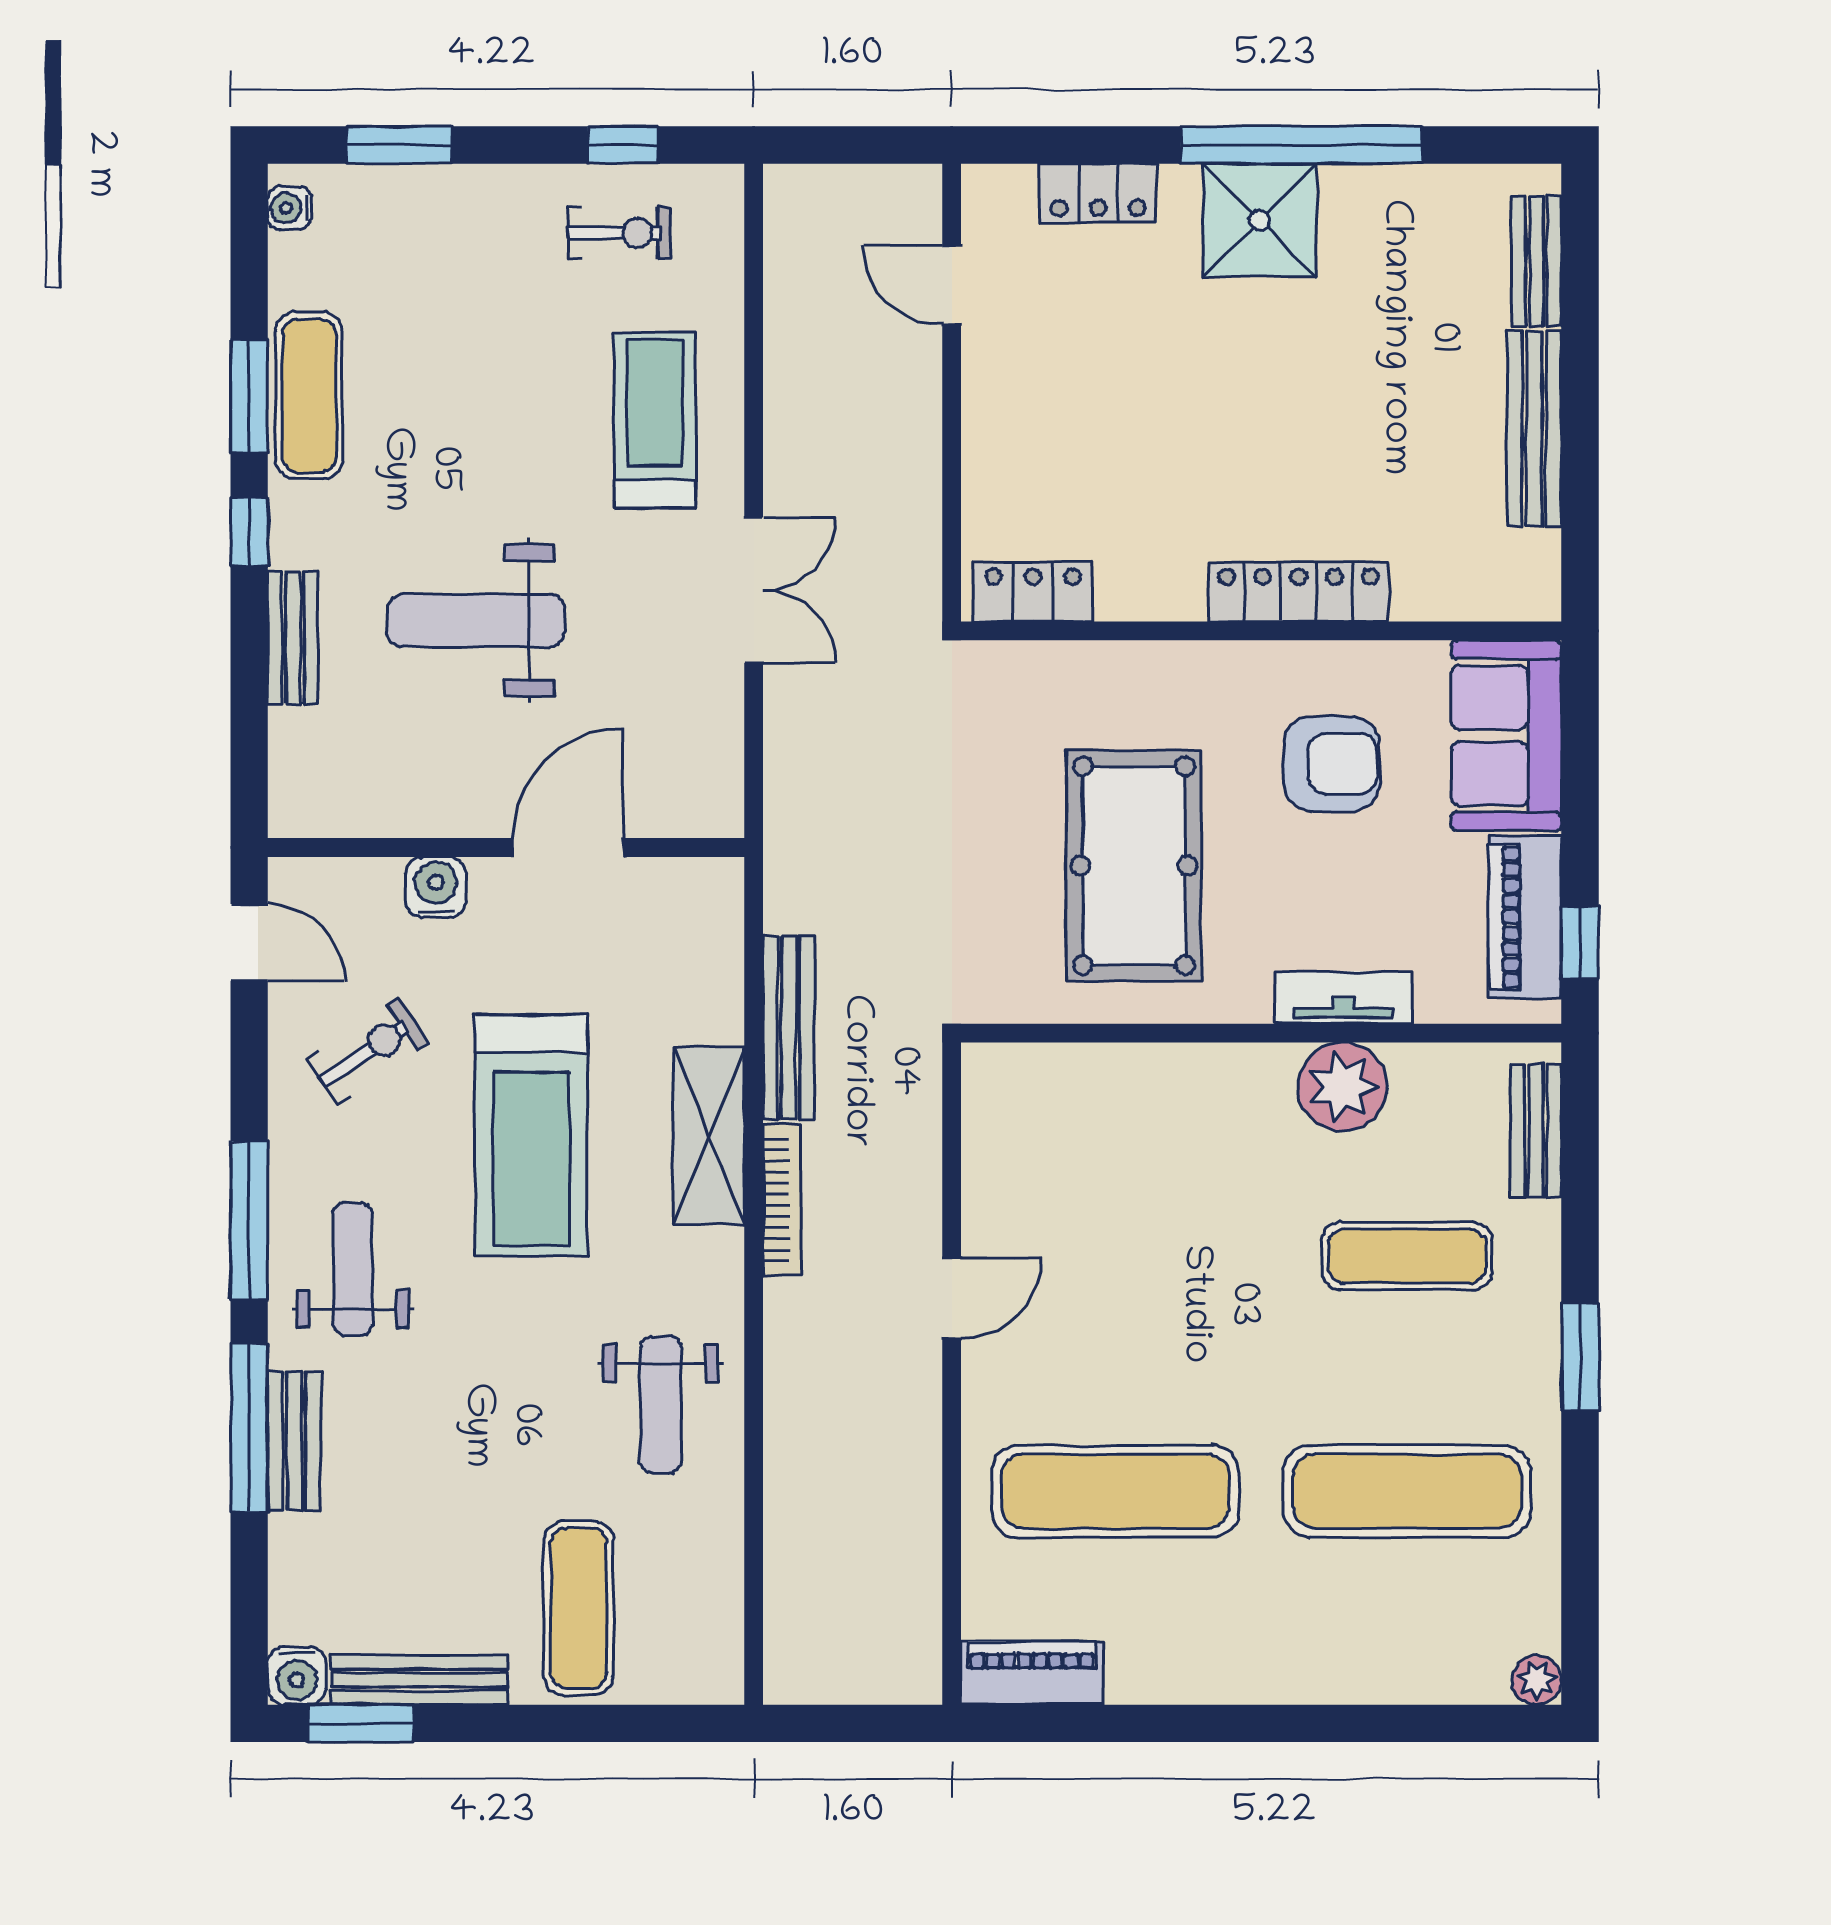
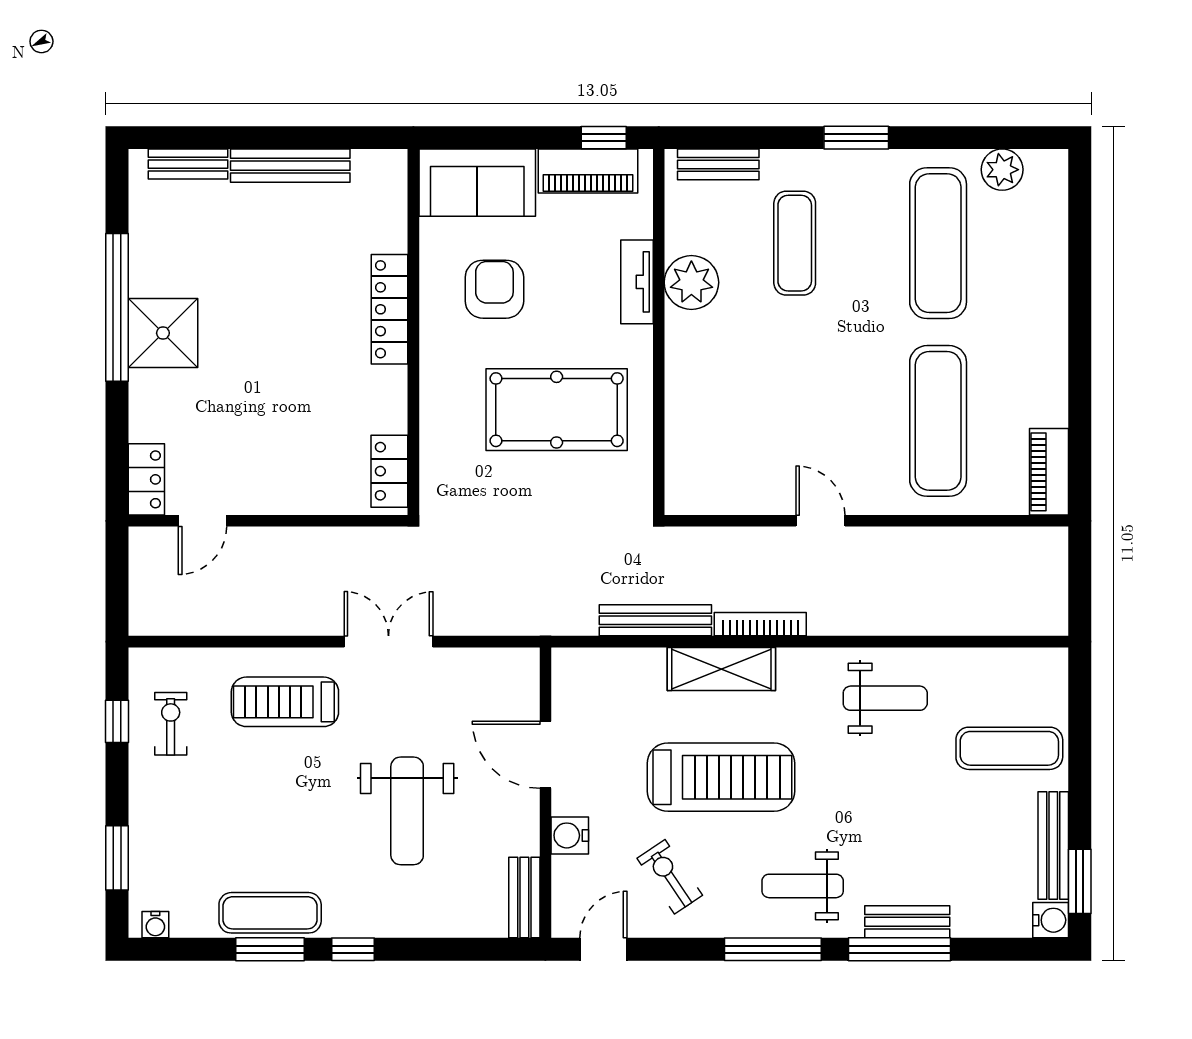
locker: (1098, 193) -> (146, 479), moved
bench: (293, 638) -> (524, 898), moved, turned 90
plant: (1537, 1680) -> (1002, 170), moved, width x1.38, depth x1.38

